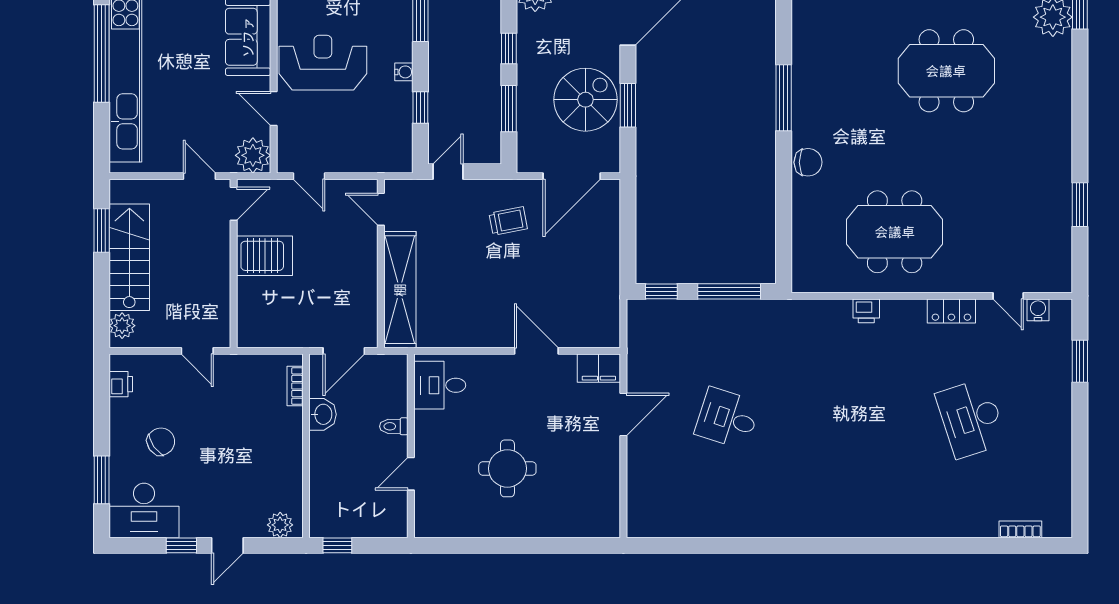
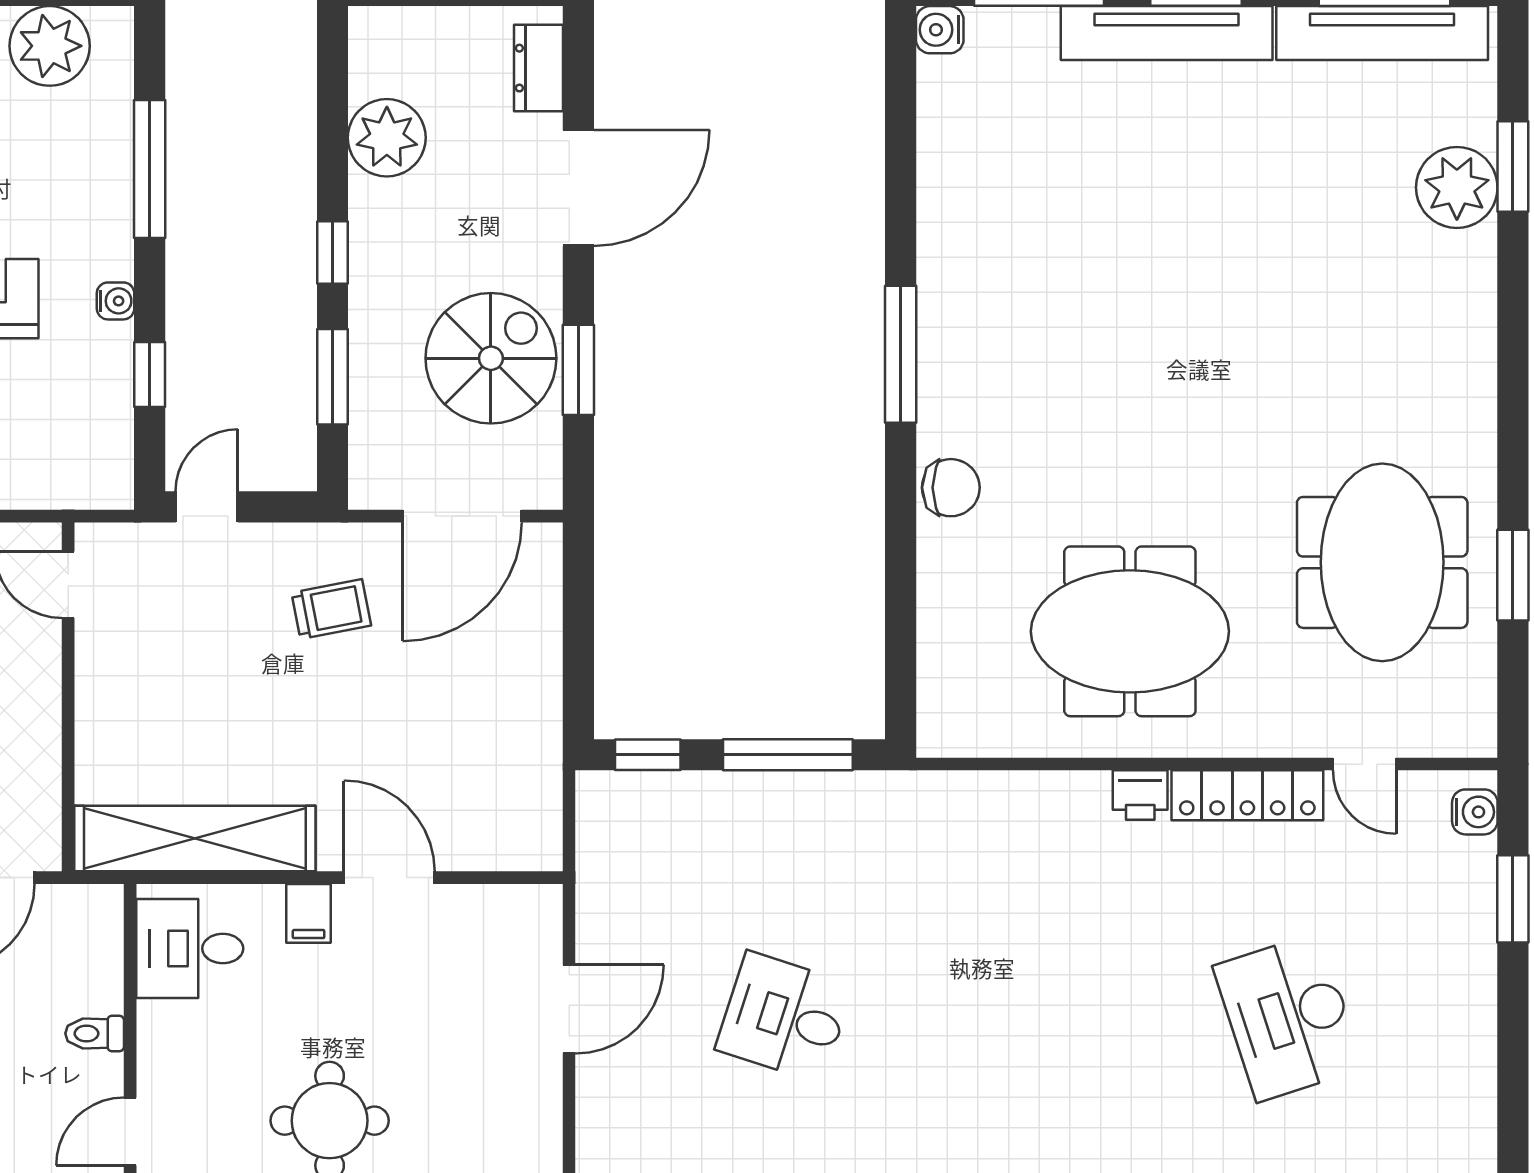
meeting table: (946, 71) -> (1382, 562), moved, turned 90
shelving: (400, 290) -> (195, 839), moved, turned 90
water cooler: (1038, 310) -> (1475, 812), moved, turned 90
printer: (866, 311) -> (1140, 795), moved
locker: (951, 311) -> (1247, 795), width x1.53
filing cabinet: (599, 368) -> (309, 913), moved, width x0.50

